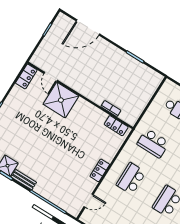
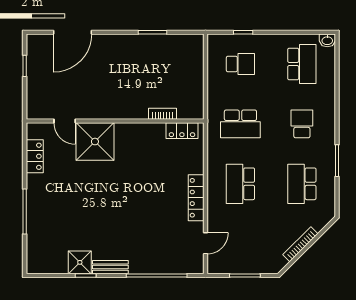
locker: (26, 77) -> (35, 156), moved
locker: (100, 170) -> (196, 198), width x1.53

